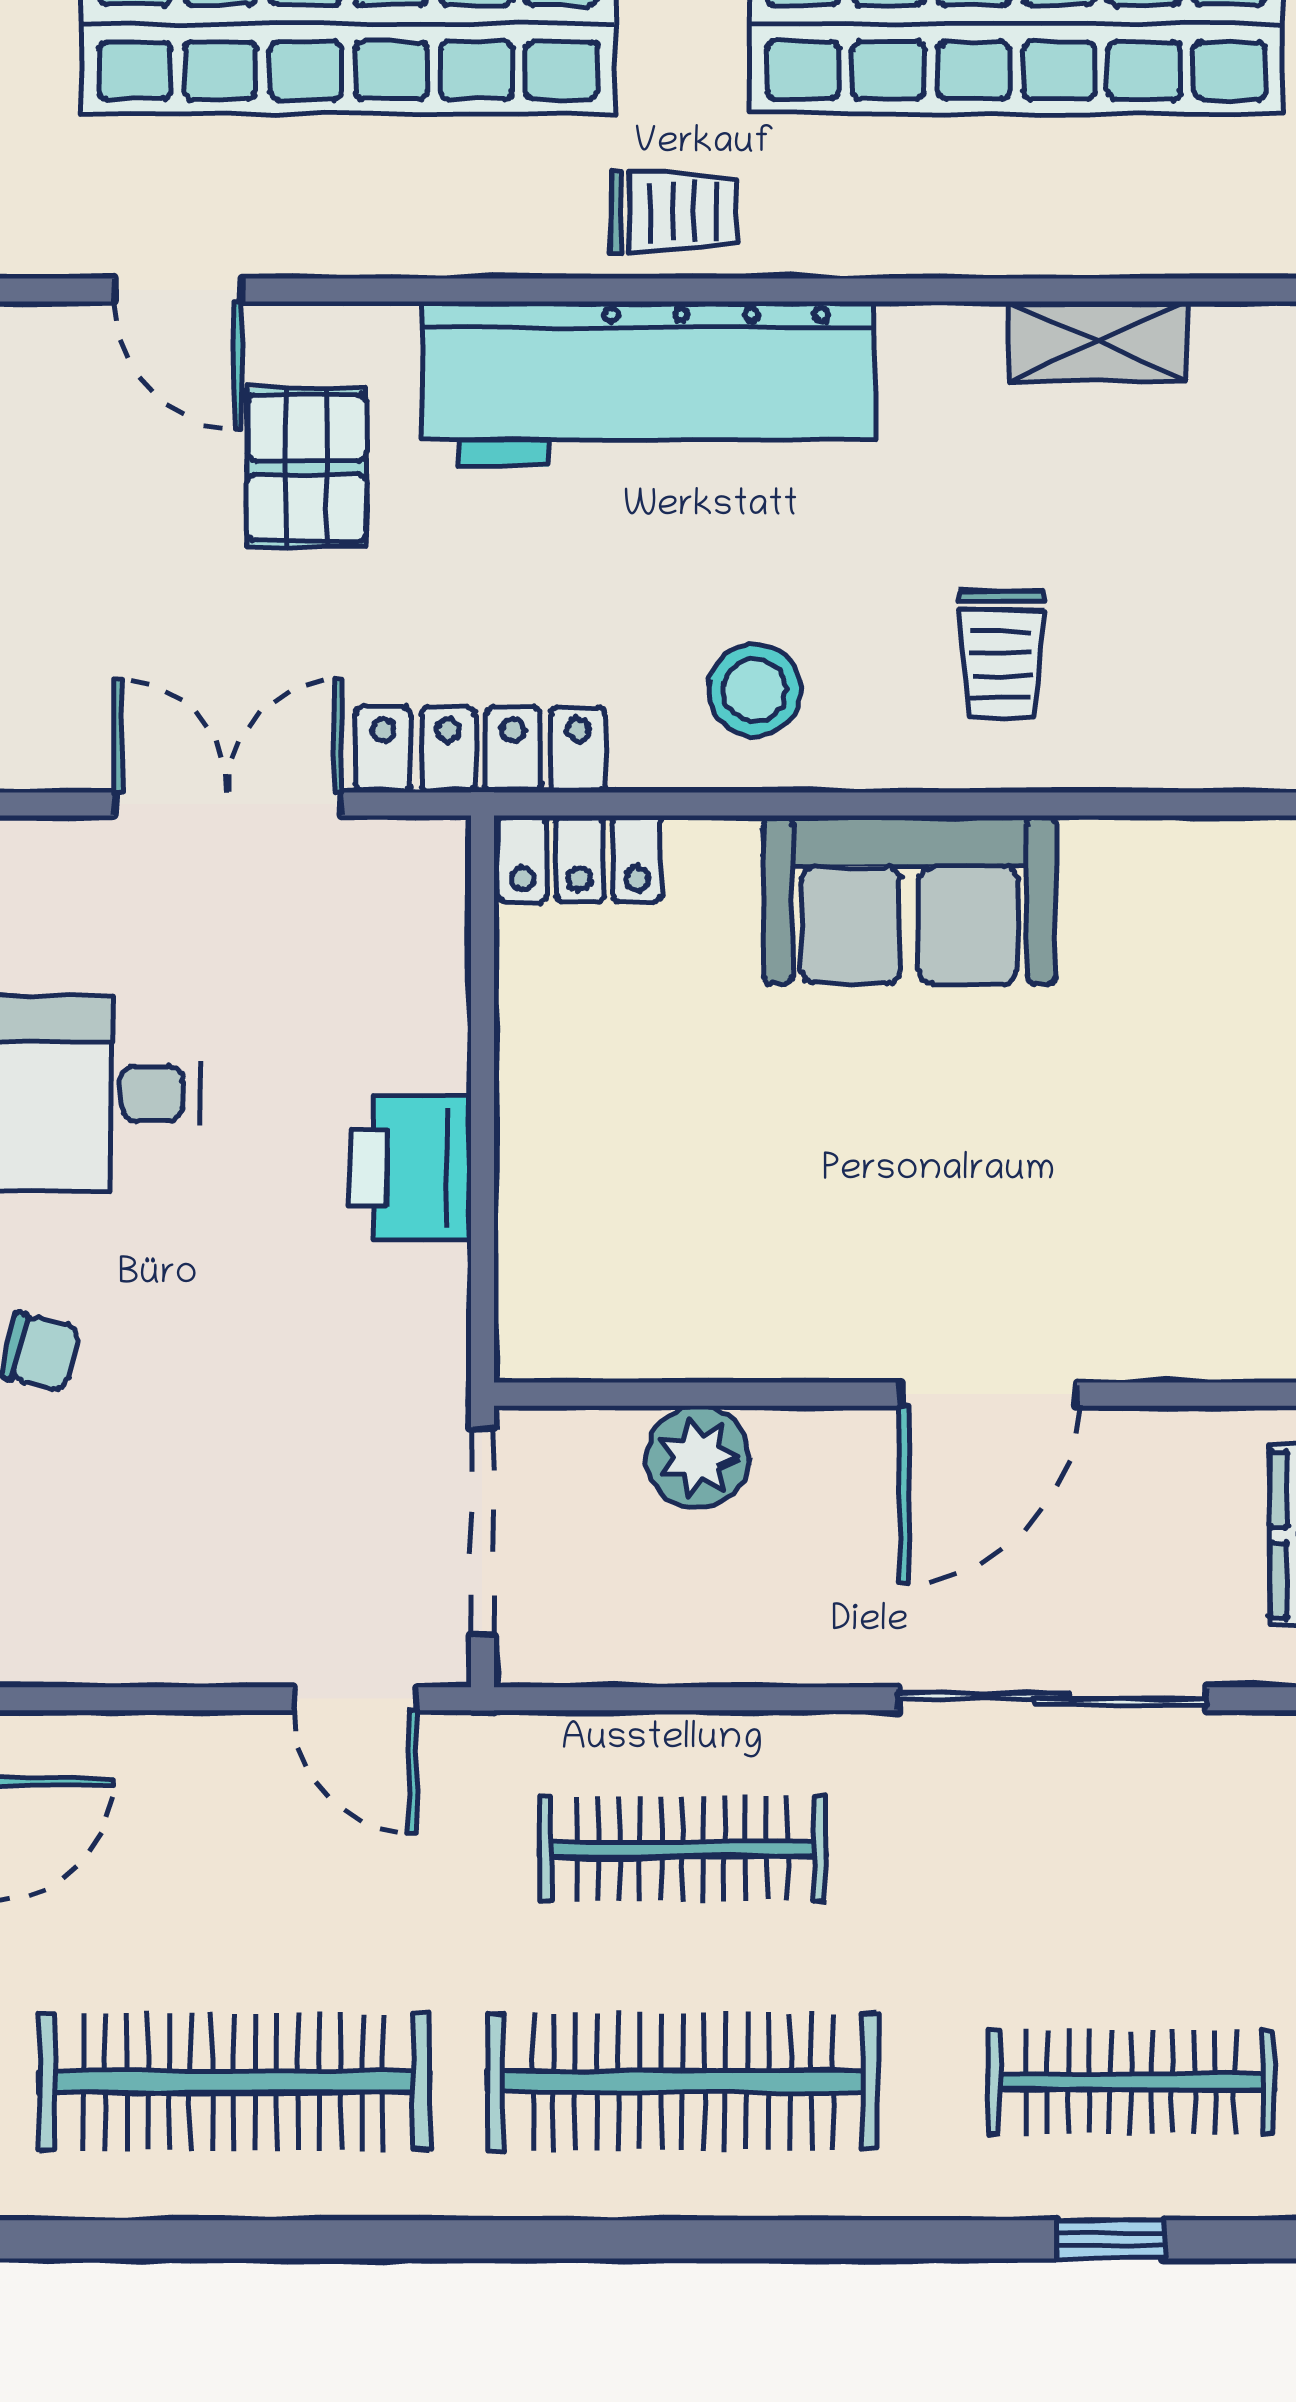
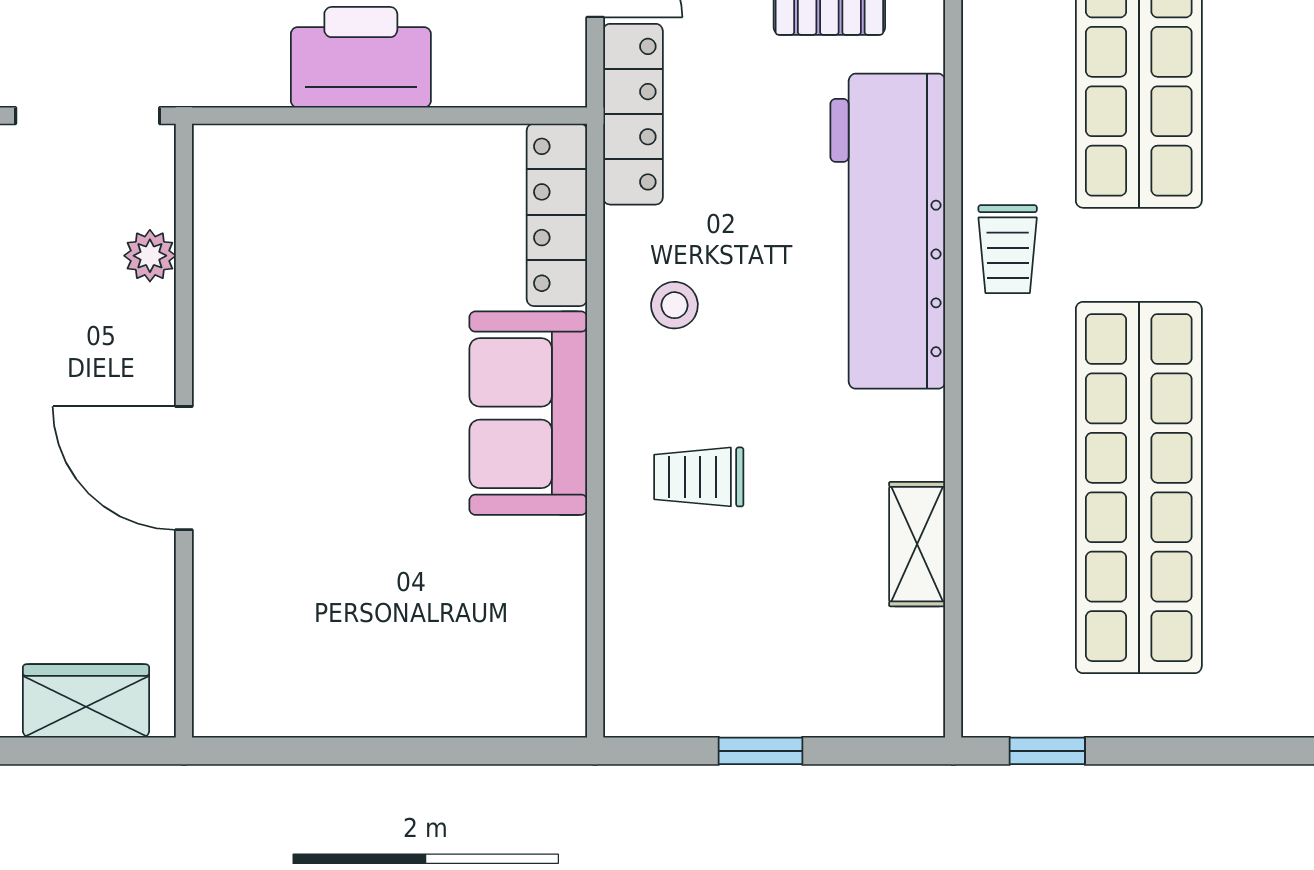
stool: (755, 690) -> (674, 305), width x0.73, depth x0.73
locker: (580, 859) -> (557, 215), width x1.53
printer: (411, 1168) -> (361, 57), width x1.37, depth x1.19
plant: (698, 1457) -> (150, 256), width x0.73, depth x0.73

